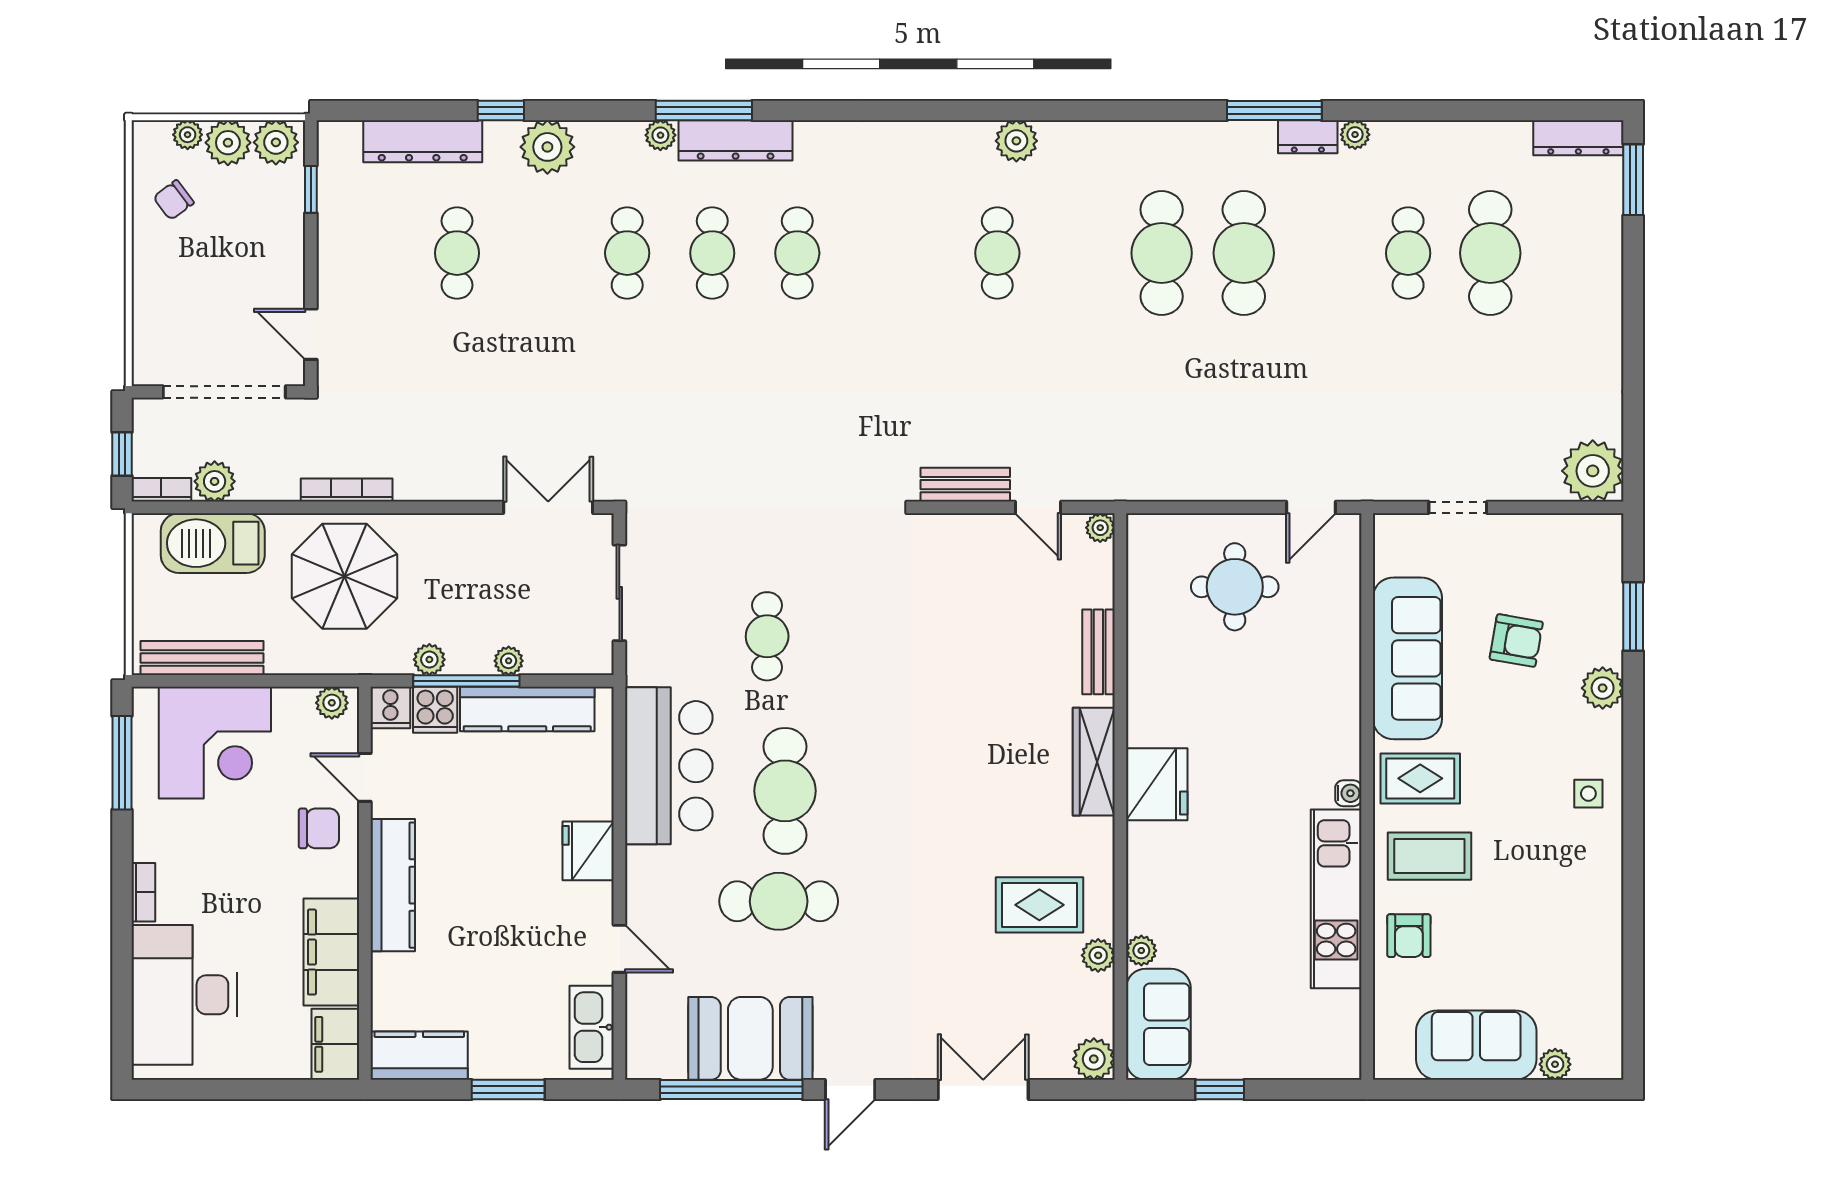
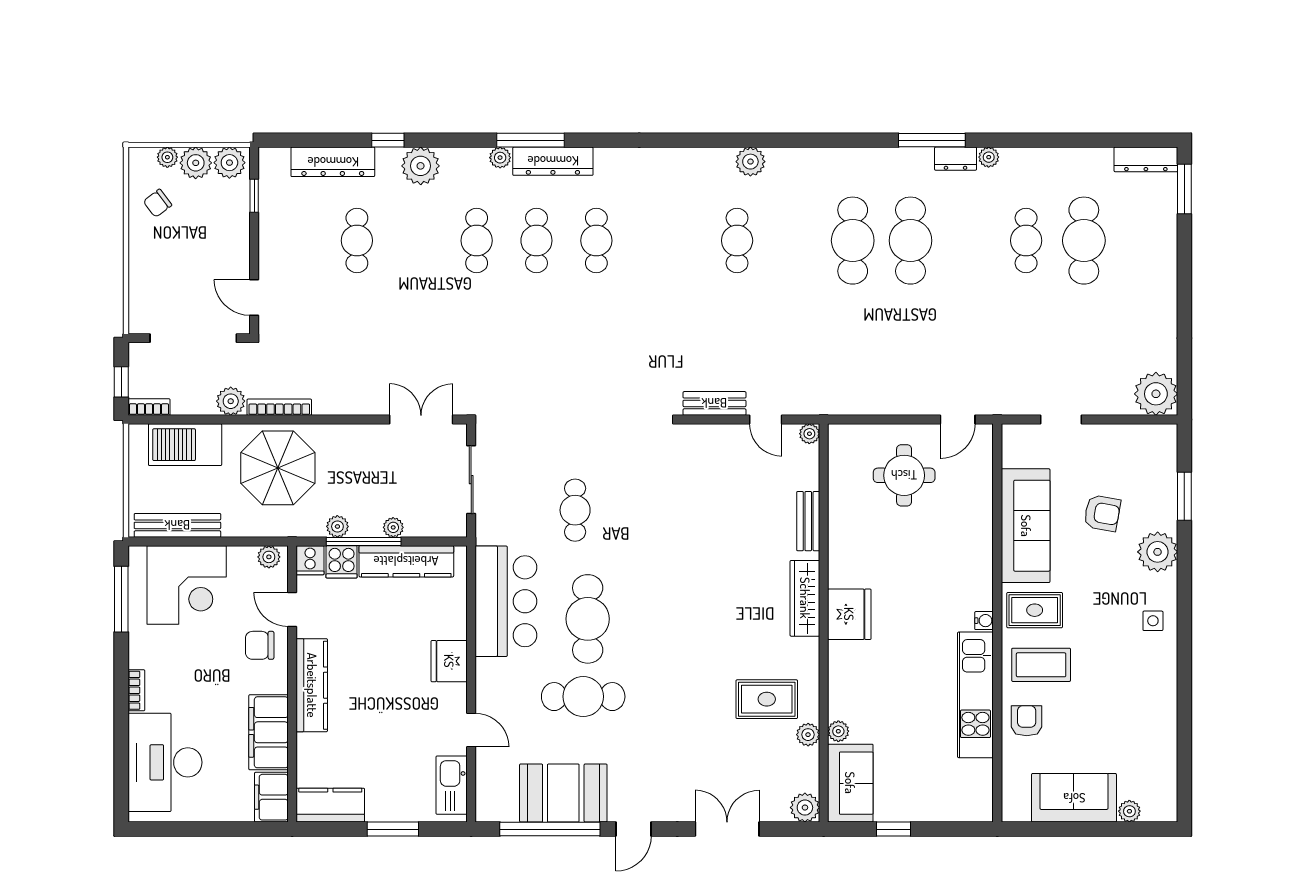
plant: (215, 481) -> (231, 401), moved
plant: (1603, 688) -> (1158, 552), width x1.36, depth x1.36
chair: (319, 828) -> (260, 645), turned 180
armchair: (1409, 936) -> (1027, 721), turned 180

